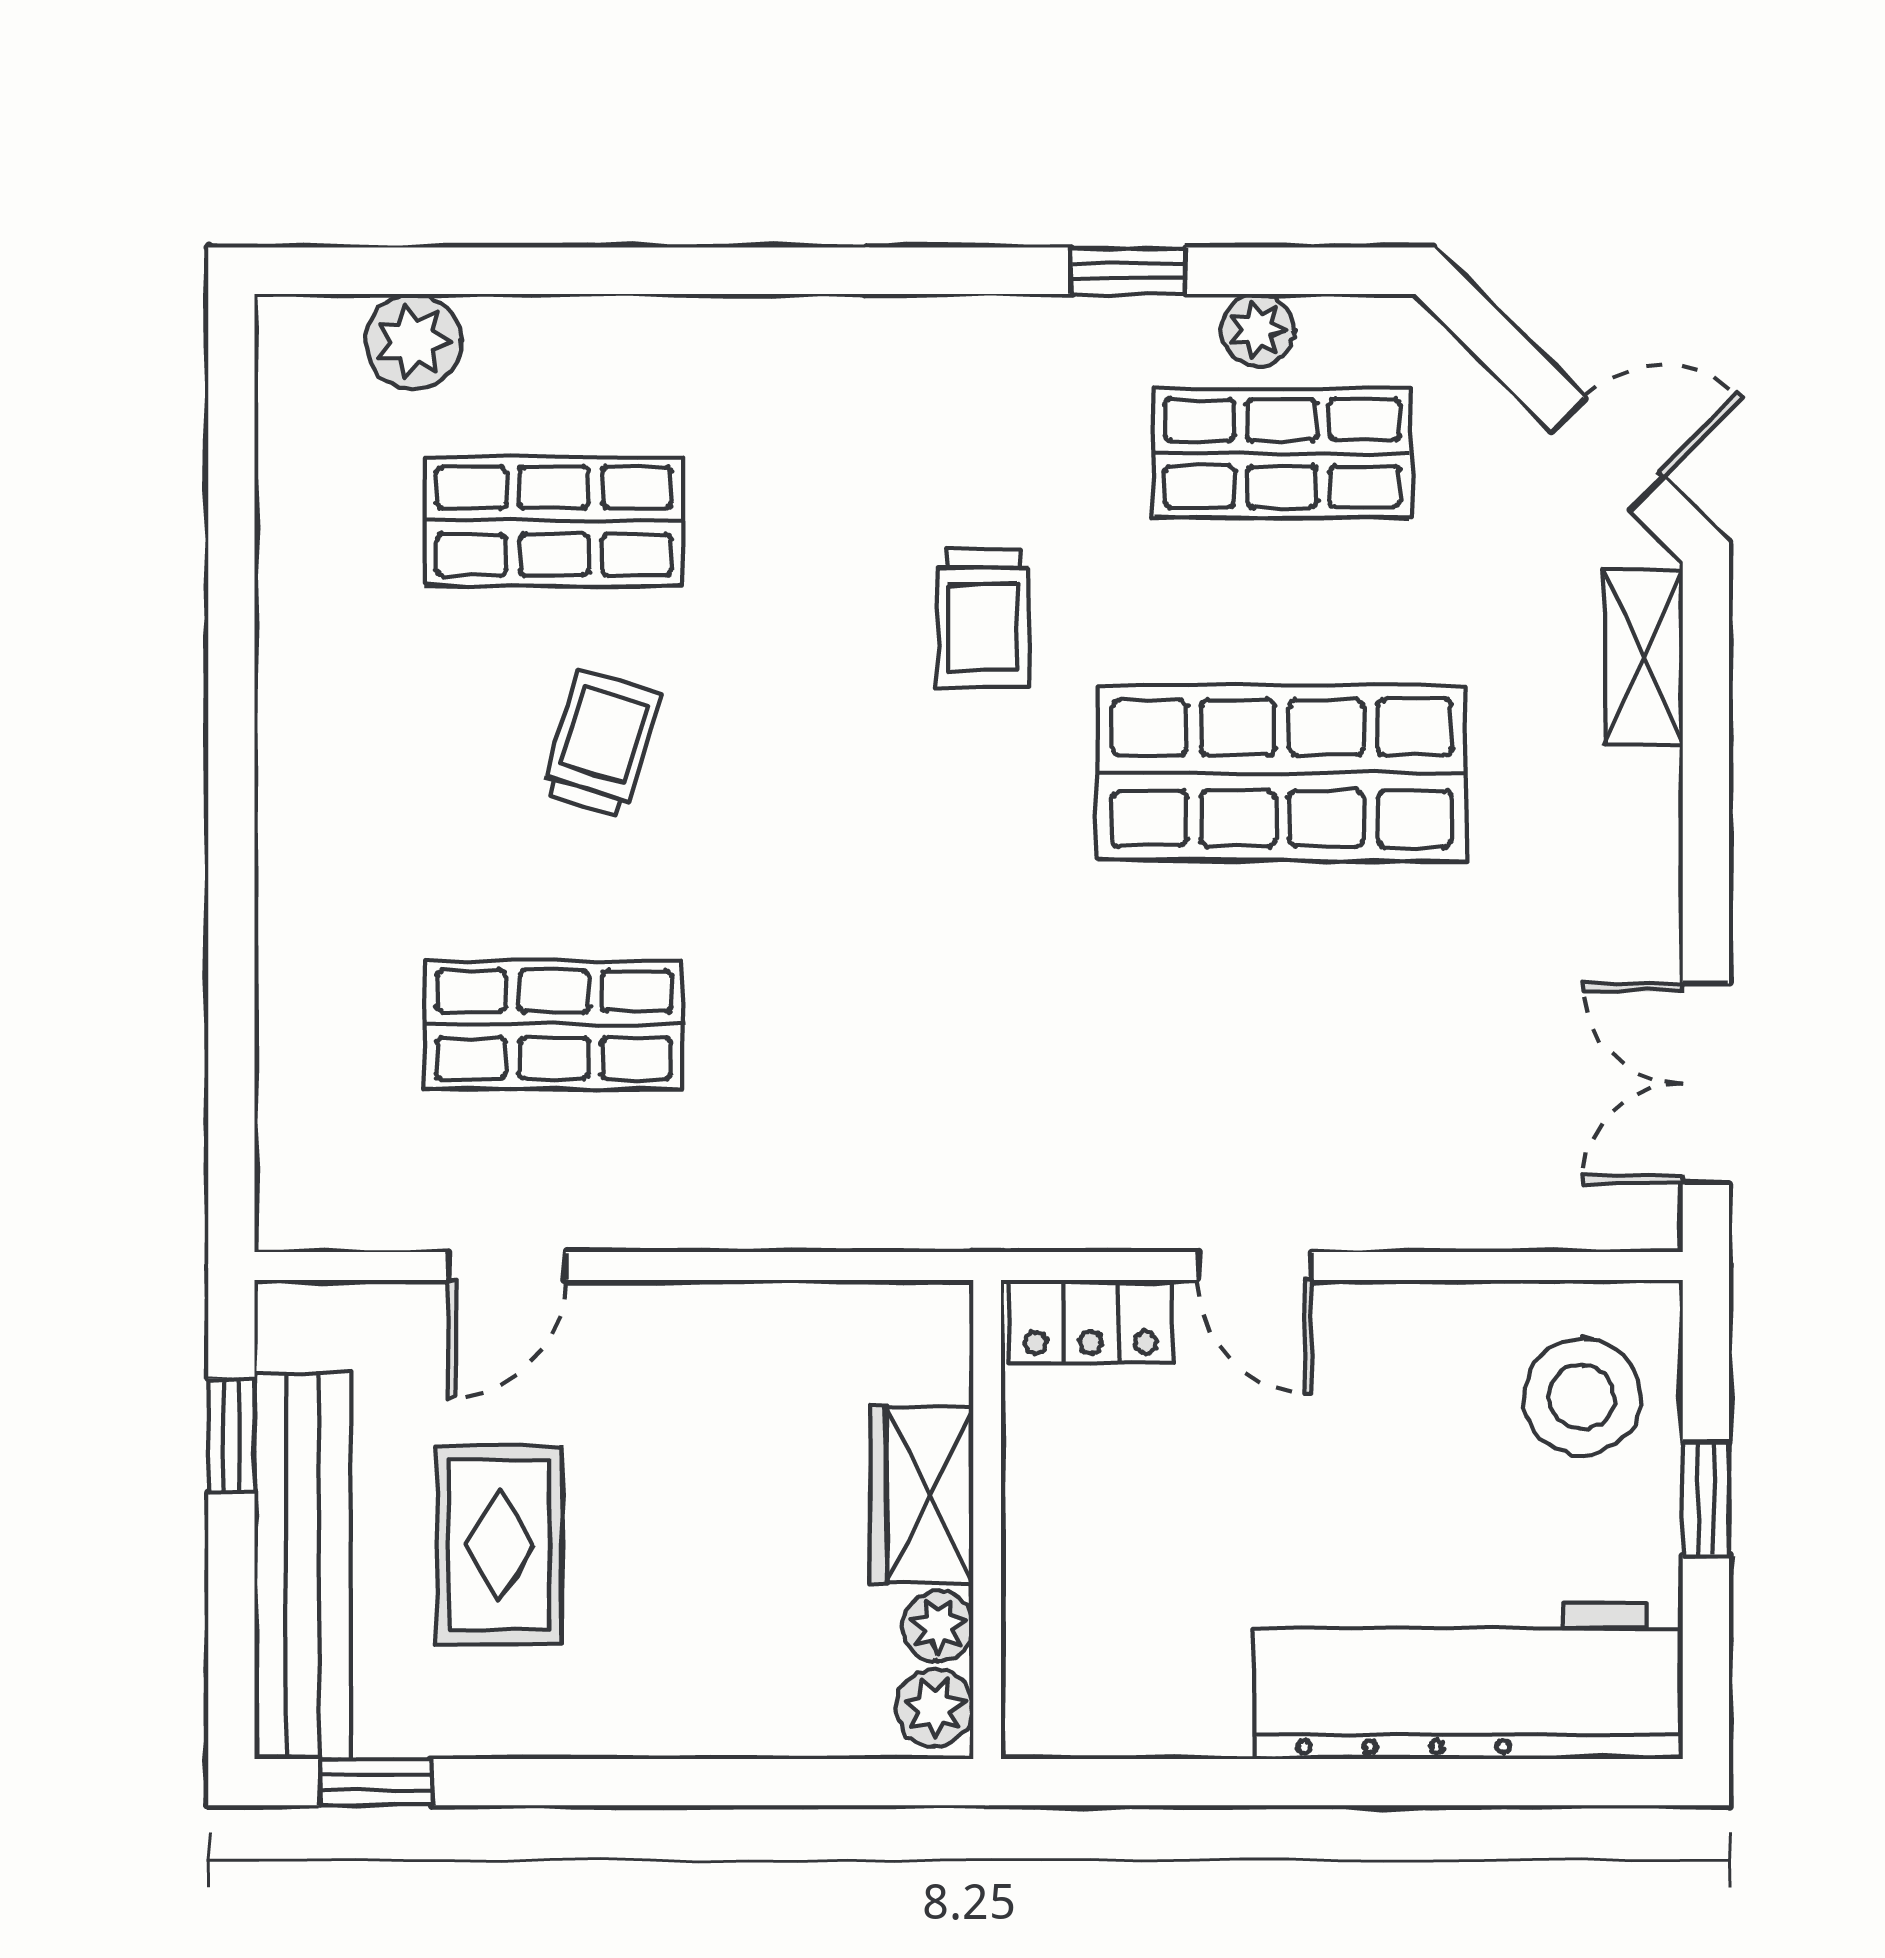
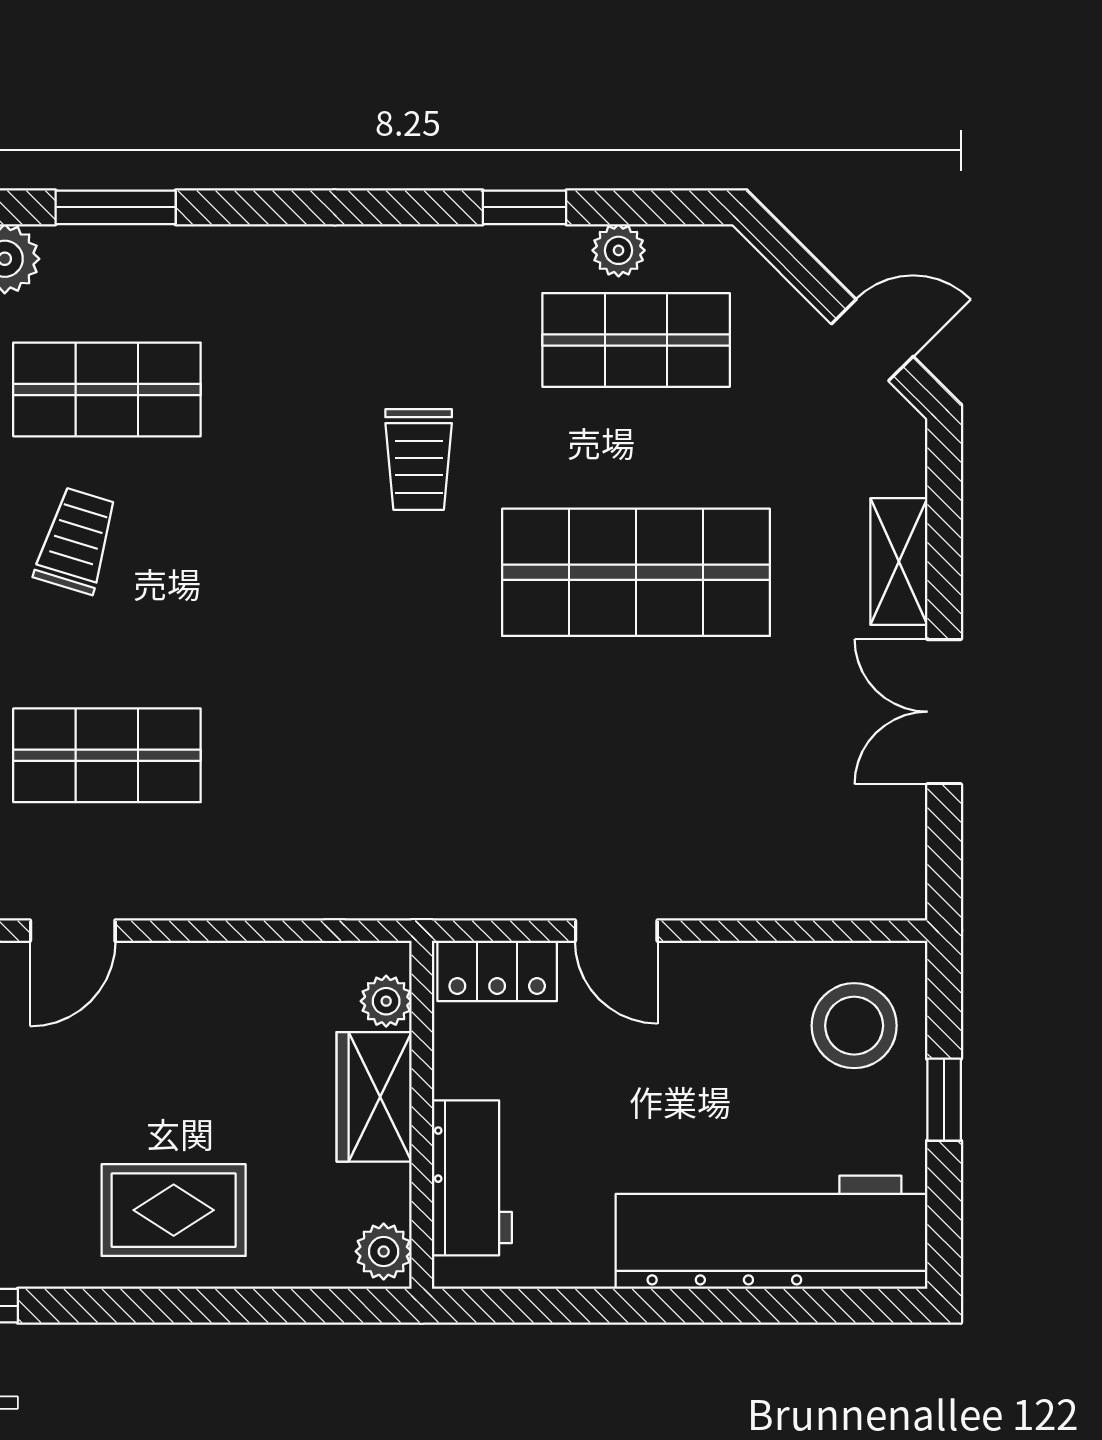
window: (566, 271) -> (116, 207), added
shelving: (1644, 657) -> (899, 562), moved
trolley: (601, 744) -> (76, 541), moved
double door: (1706, 1083) -> (944, 712), moved
rug: (499, 1545) -> (174, 1210), moved, turned 90
workbench: (1056, 1606) -> (472, 1178), added
plant: (938, 1626) -> (386, 1001), moved

